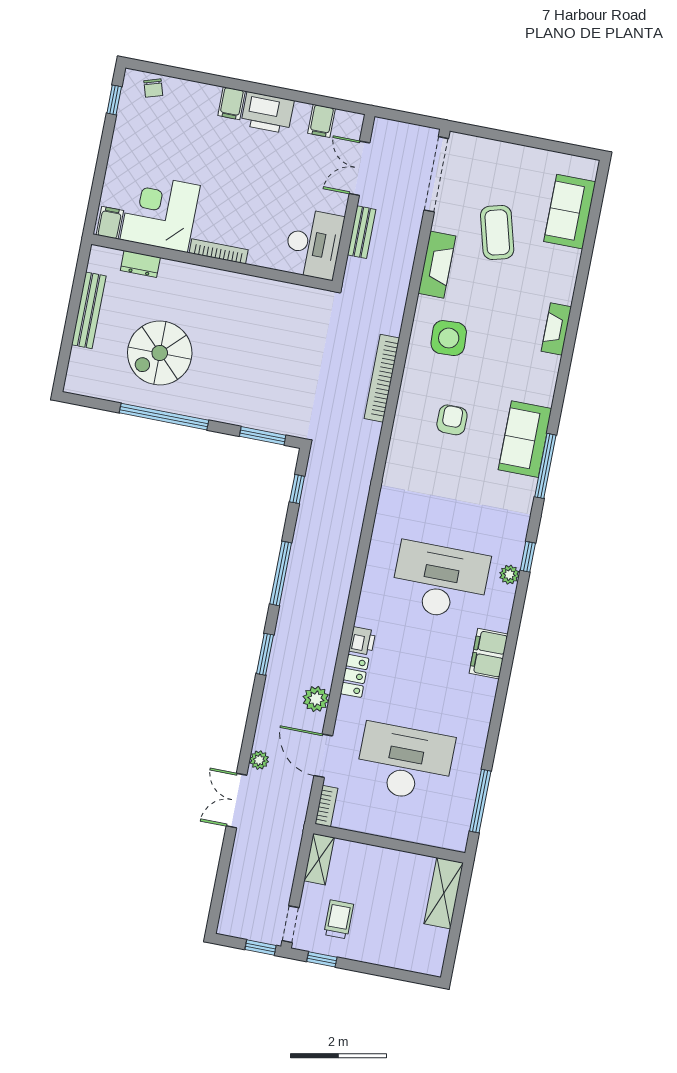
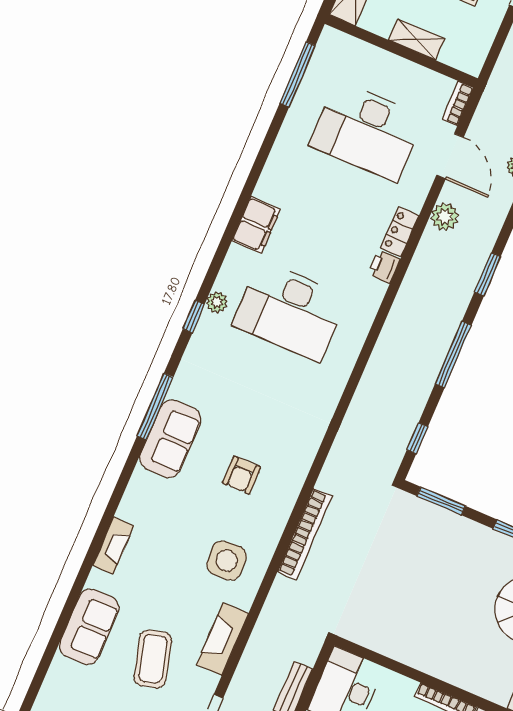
sofa: (570, 212) -> (89, 627), moved
shelving: (319, 859) -> (417, 39), moved, turned 90

